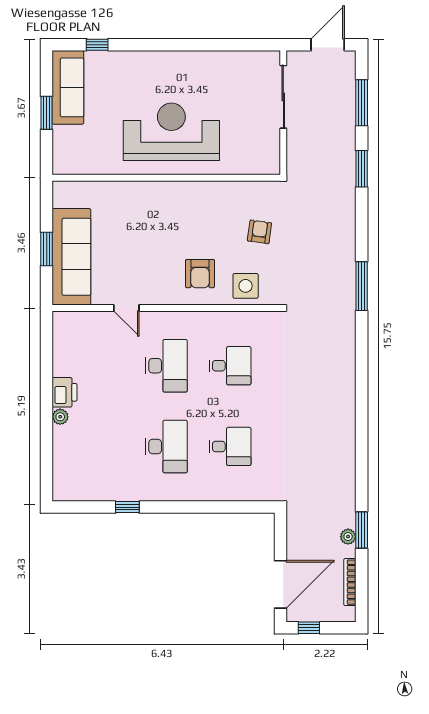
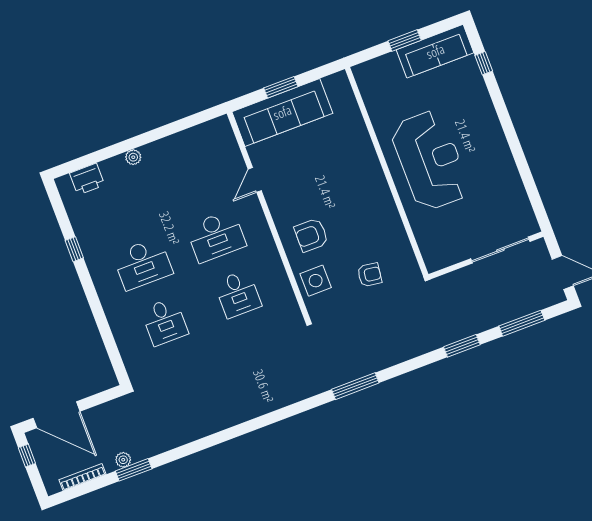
printer: (65, 392) -> (87, 179), moved

